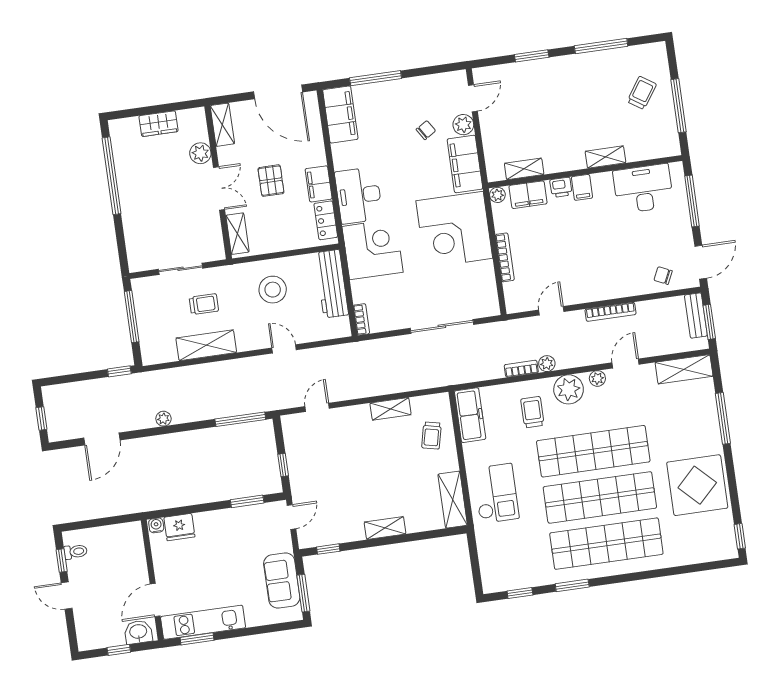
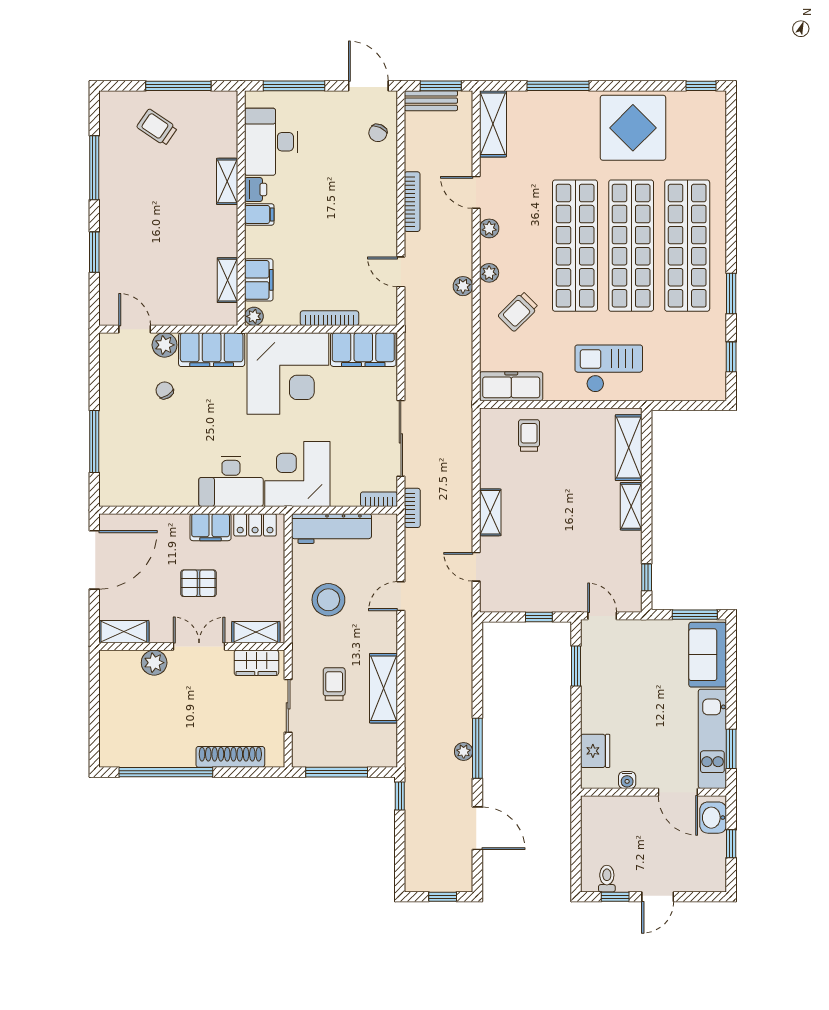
filing cabinet: (340, 114) -> (363, 350), moved, turned 180
wardrobe: (158, 124) -> (256, 663), moved, turned 90
printer: (561, 187) -> (256, 189), moved
shoe rack: (132, 227) -> (230, 757), added
sliding door: (442, 326) -> (401, 438), moved
bookcase: (521, 369) -> (412, 508), moved, turned 180
plant: (569, 389) -> (489, 273), width x0.53, depth x0.53
shelving: (390, 409) -> (490, 512), moved
trolley: (532, 412) -> (518, 311), turned -45
window: (240, 419) -> (477, 748), moved
trolley: (432, 436) -> (529, 435), turned -103
shelving: (453, 500) -> (629, 448), moved, turned 90
water cooler: (156, 525) -> (627, 780), moved, turned -90
sofa: (282, 580) -> (708, 655), moved, turned 90

